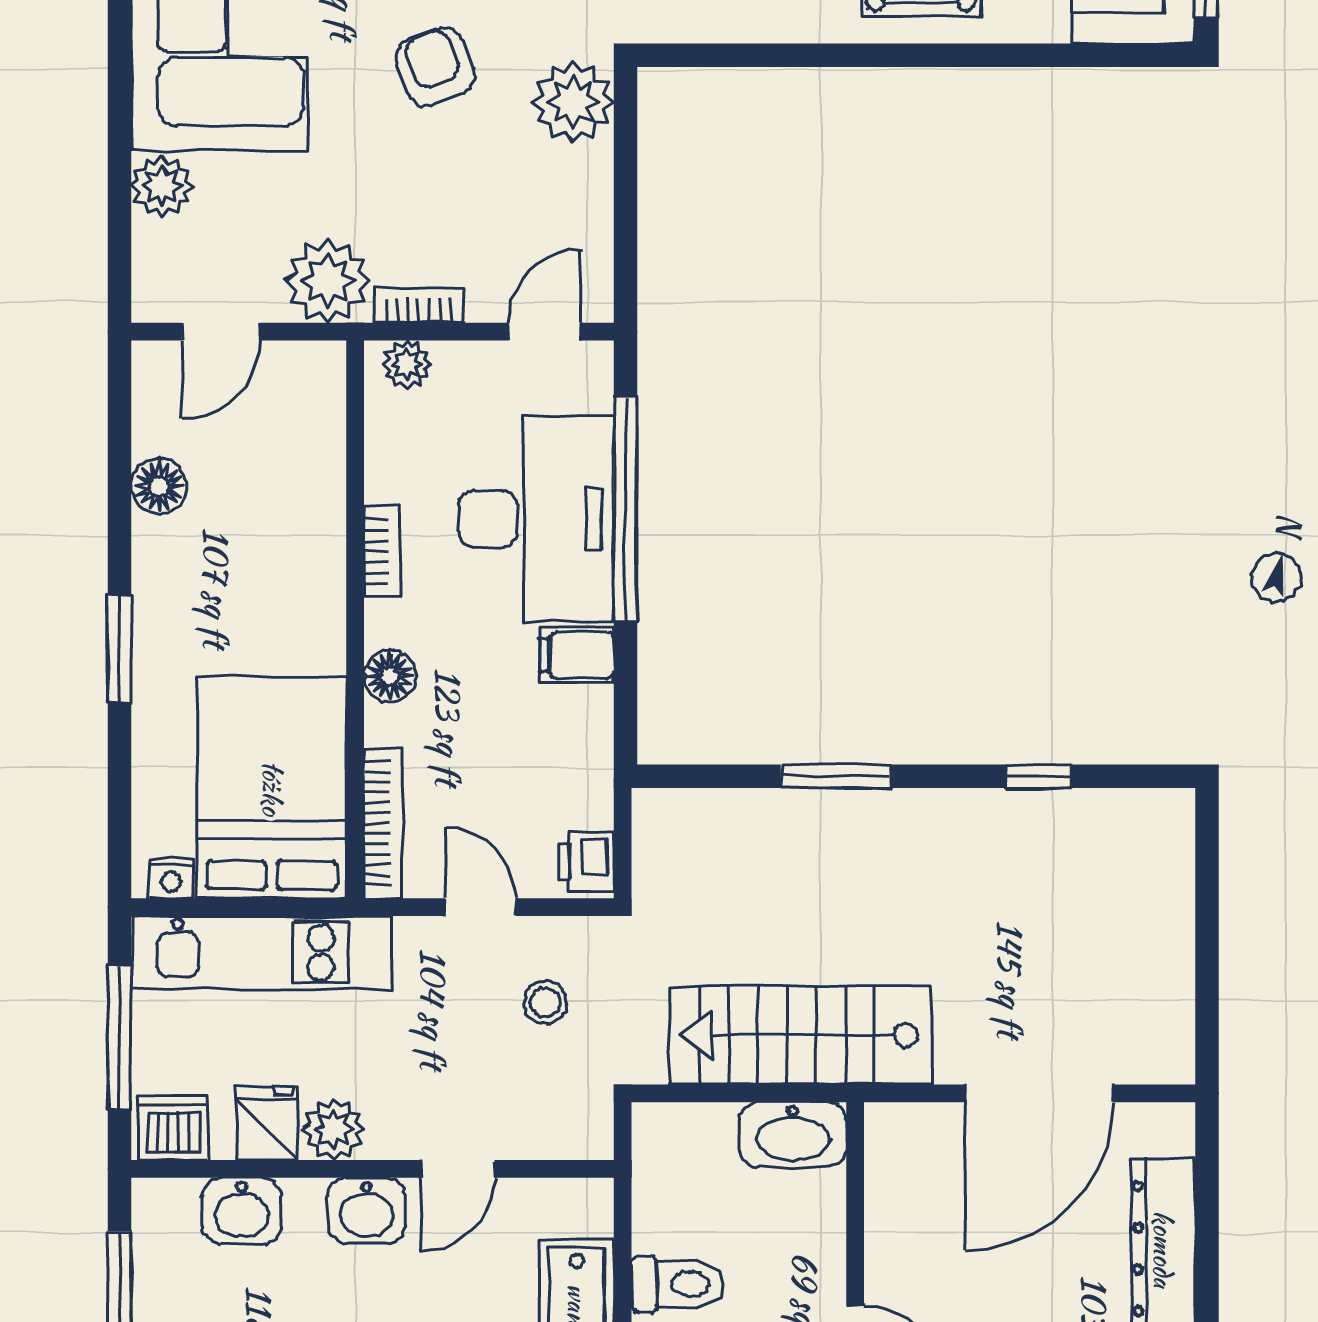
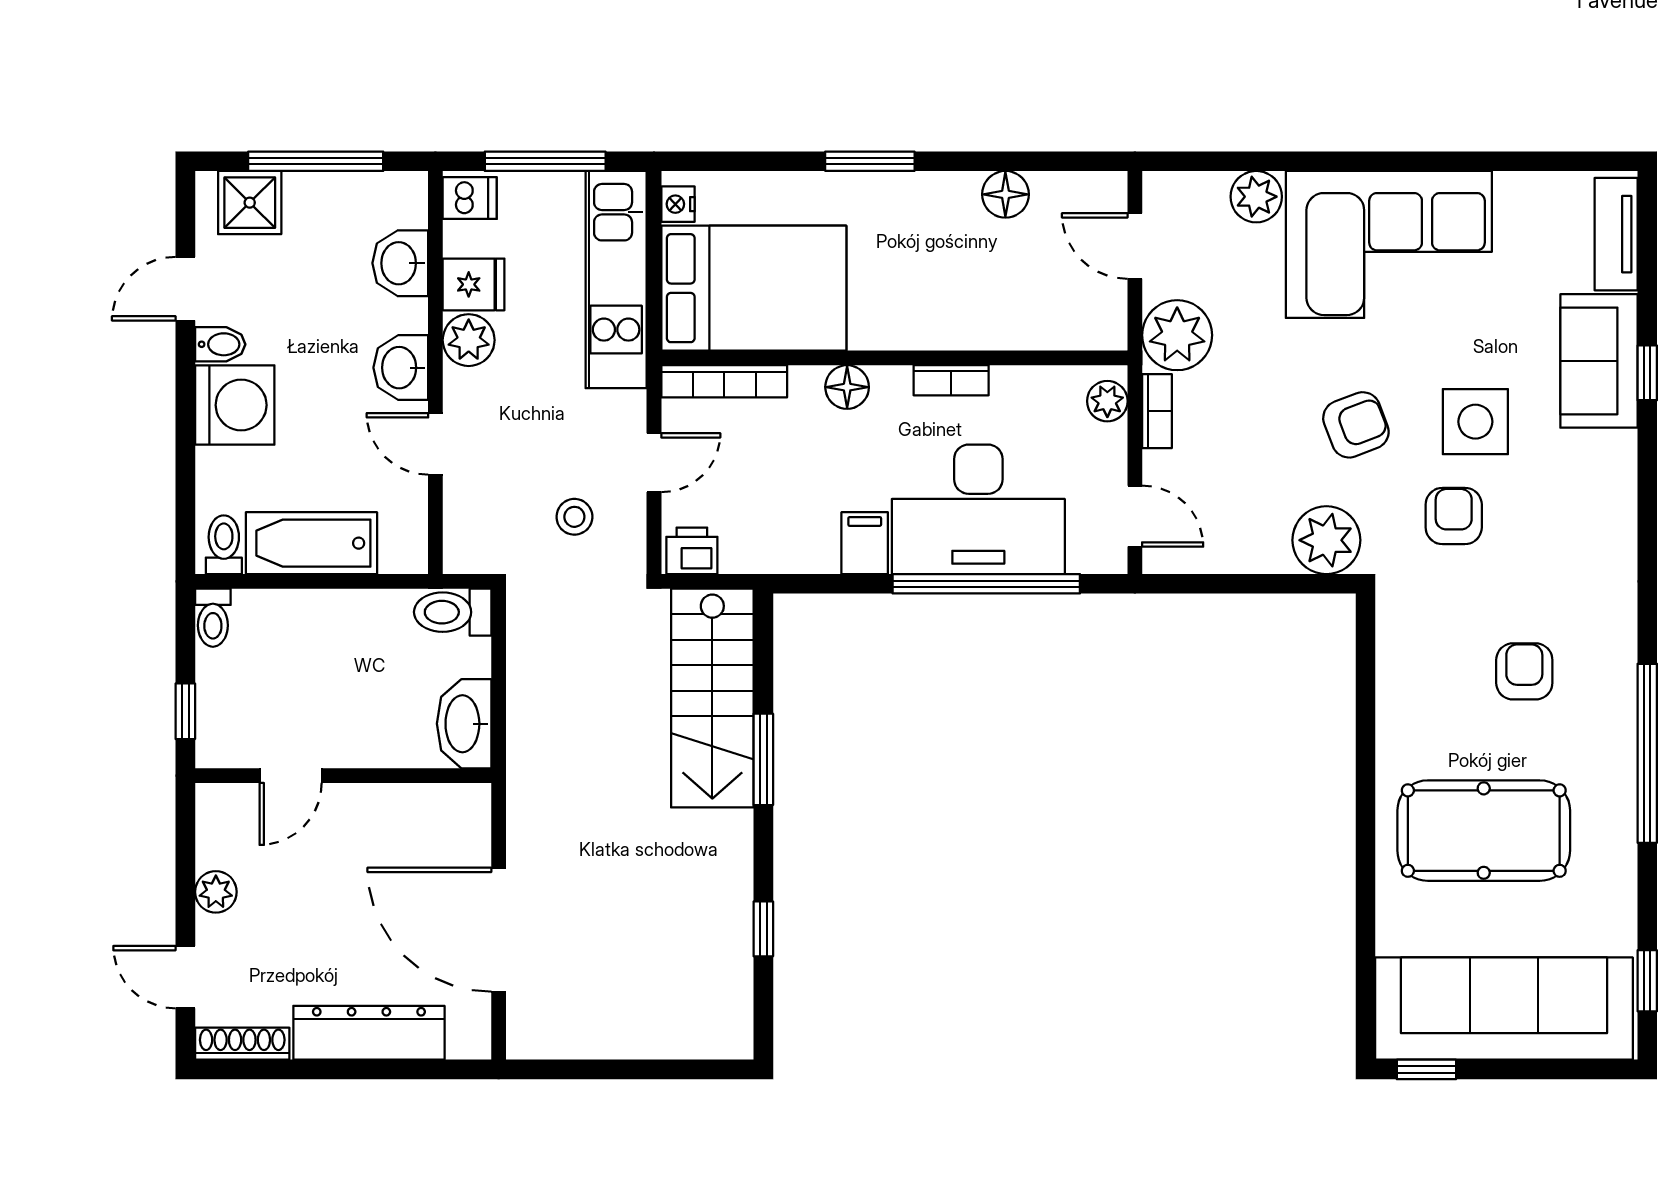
stairs: (801, 1035) -> (712, 698), moved, turned 180
dishwasher: (173, 1128) -> (470, 198), width x0.73
toilet: (678, 1284) -> (453, 612), moved, turned 90

